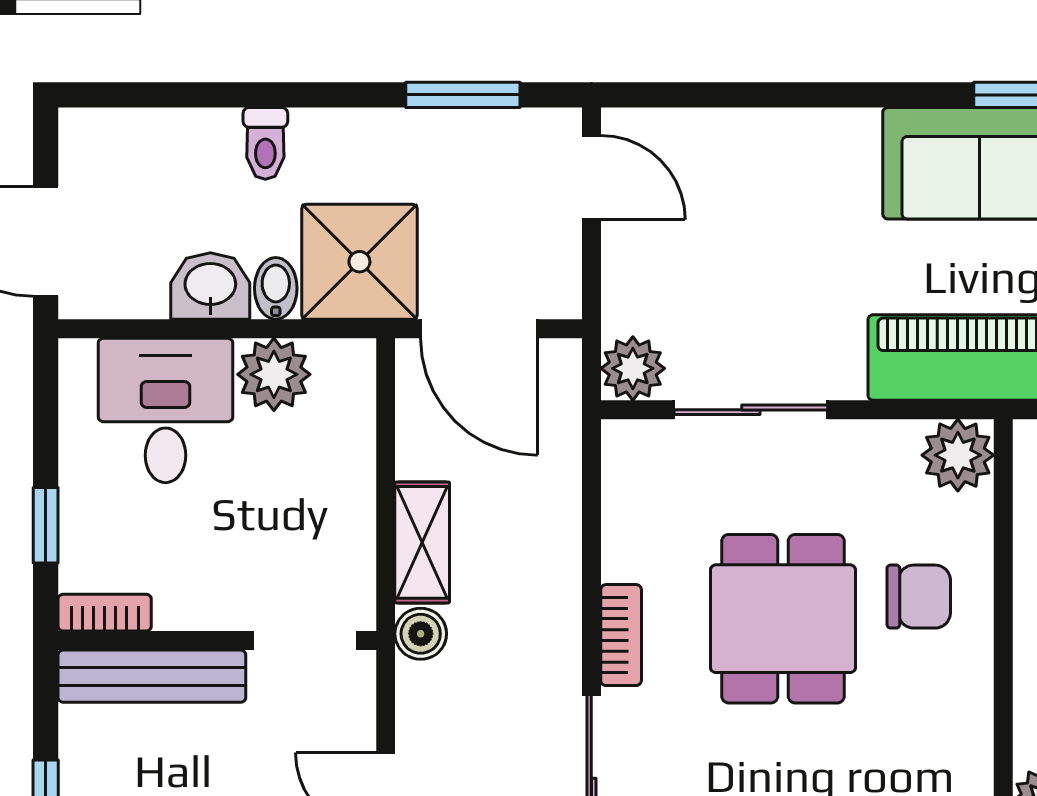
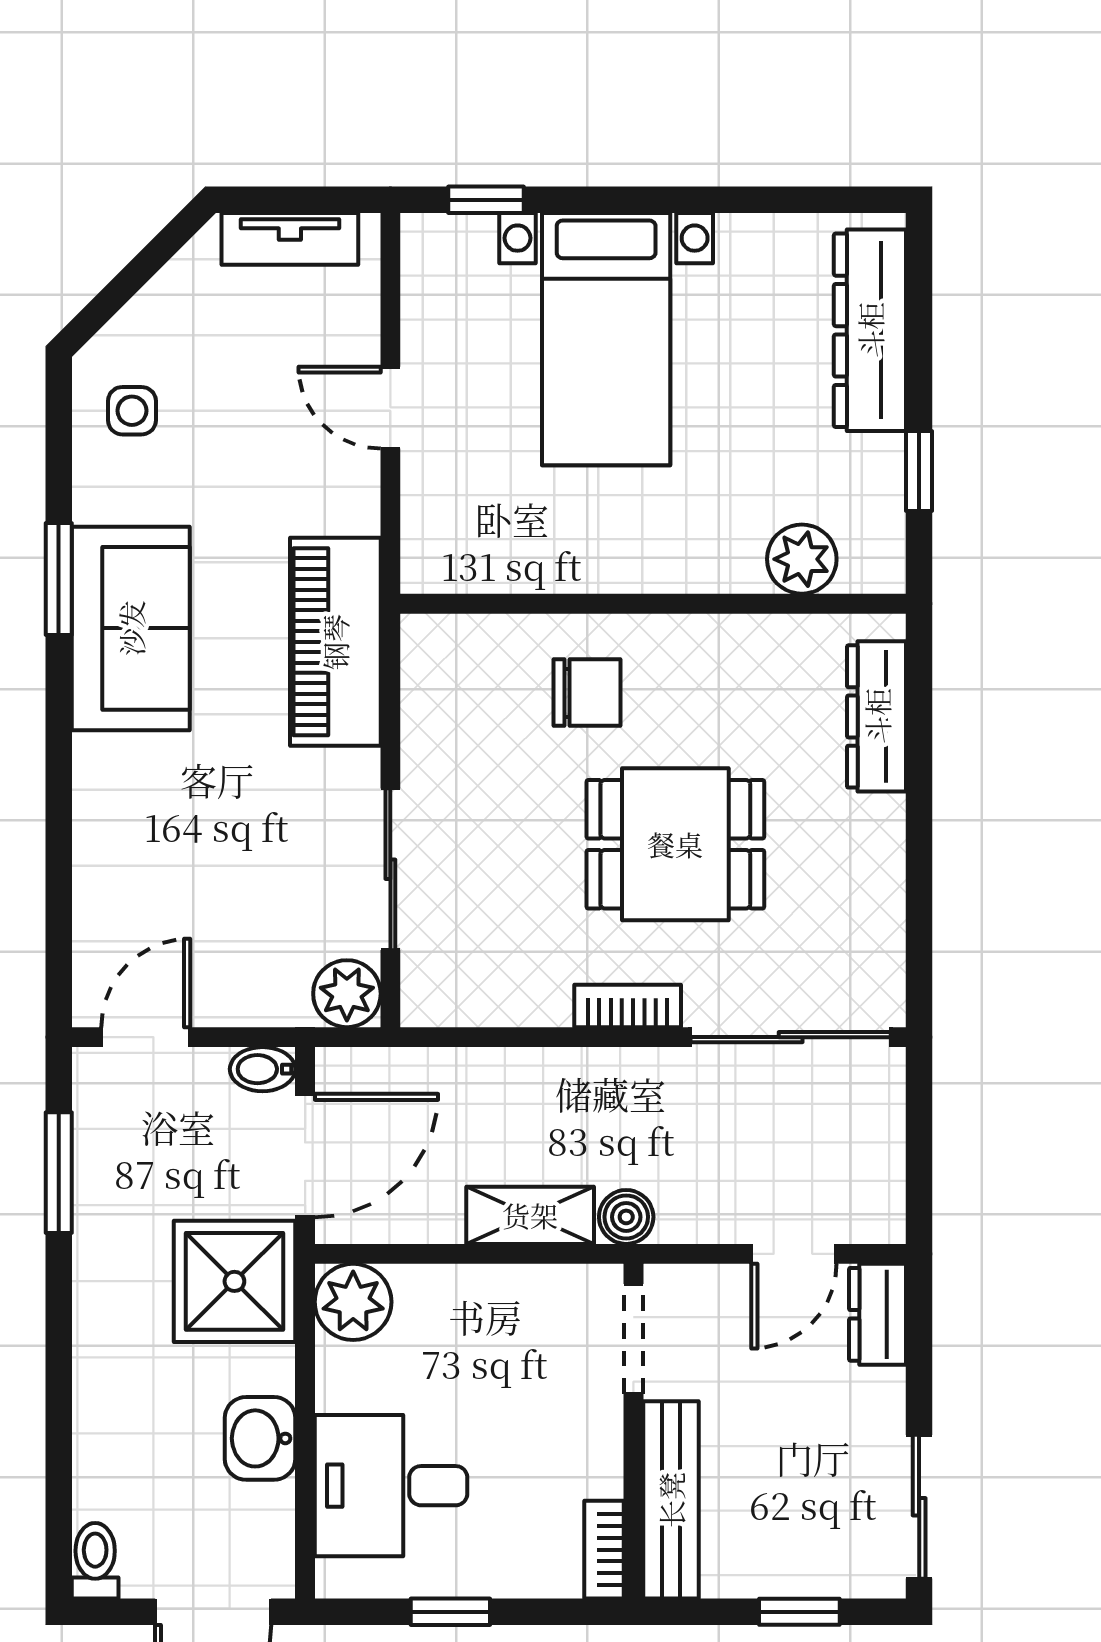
toilet: (265, 143) -> (95, 1561), moved, turned -90
bidet: (276, 288) -> (263, 1069), moved
plant: (274, 374) -> (353, 1302), moved
plant: (958, 455) -> (438, 651), removed
window: (46, 525) -> (450, 1612), moved
chair: (919, 597) -> (587, 693), turned 90
dining table: (783, 619) -> (675, 844), moved

